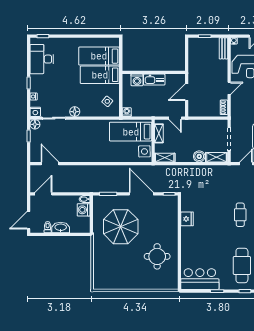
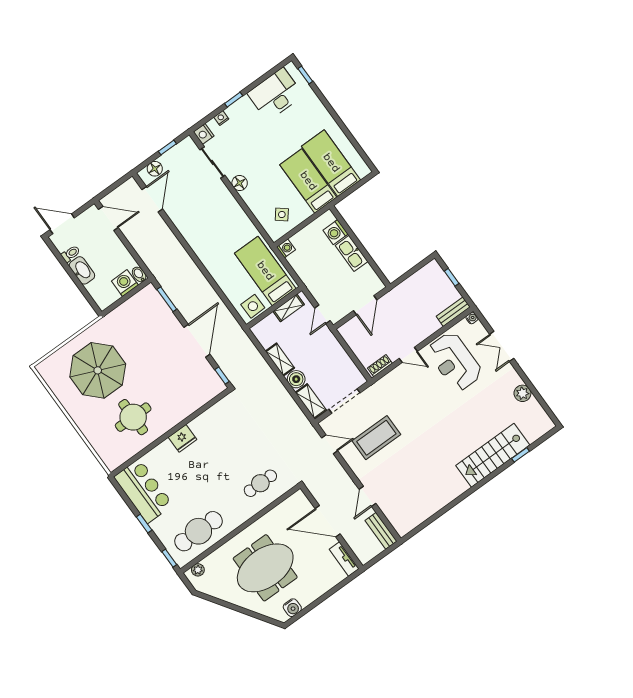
door: (187, 92) -> (365, 305), swing flipped
floor lamp: (35, 124) -> (155, 169), moved
shelving: (165, 158) -> (280, 360), moved
fridge: (187, 219) -> (183, 438), moved
parasol: (121, 227) -> (98, 370), moved

